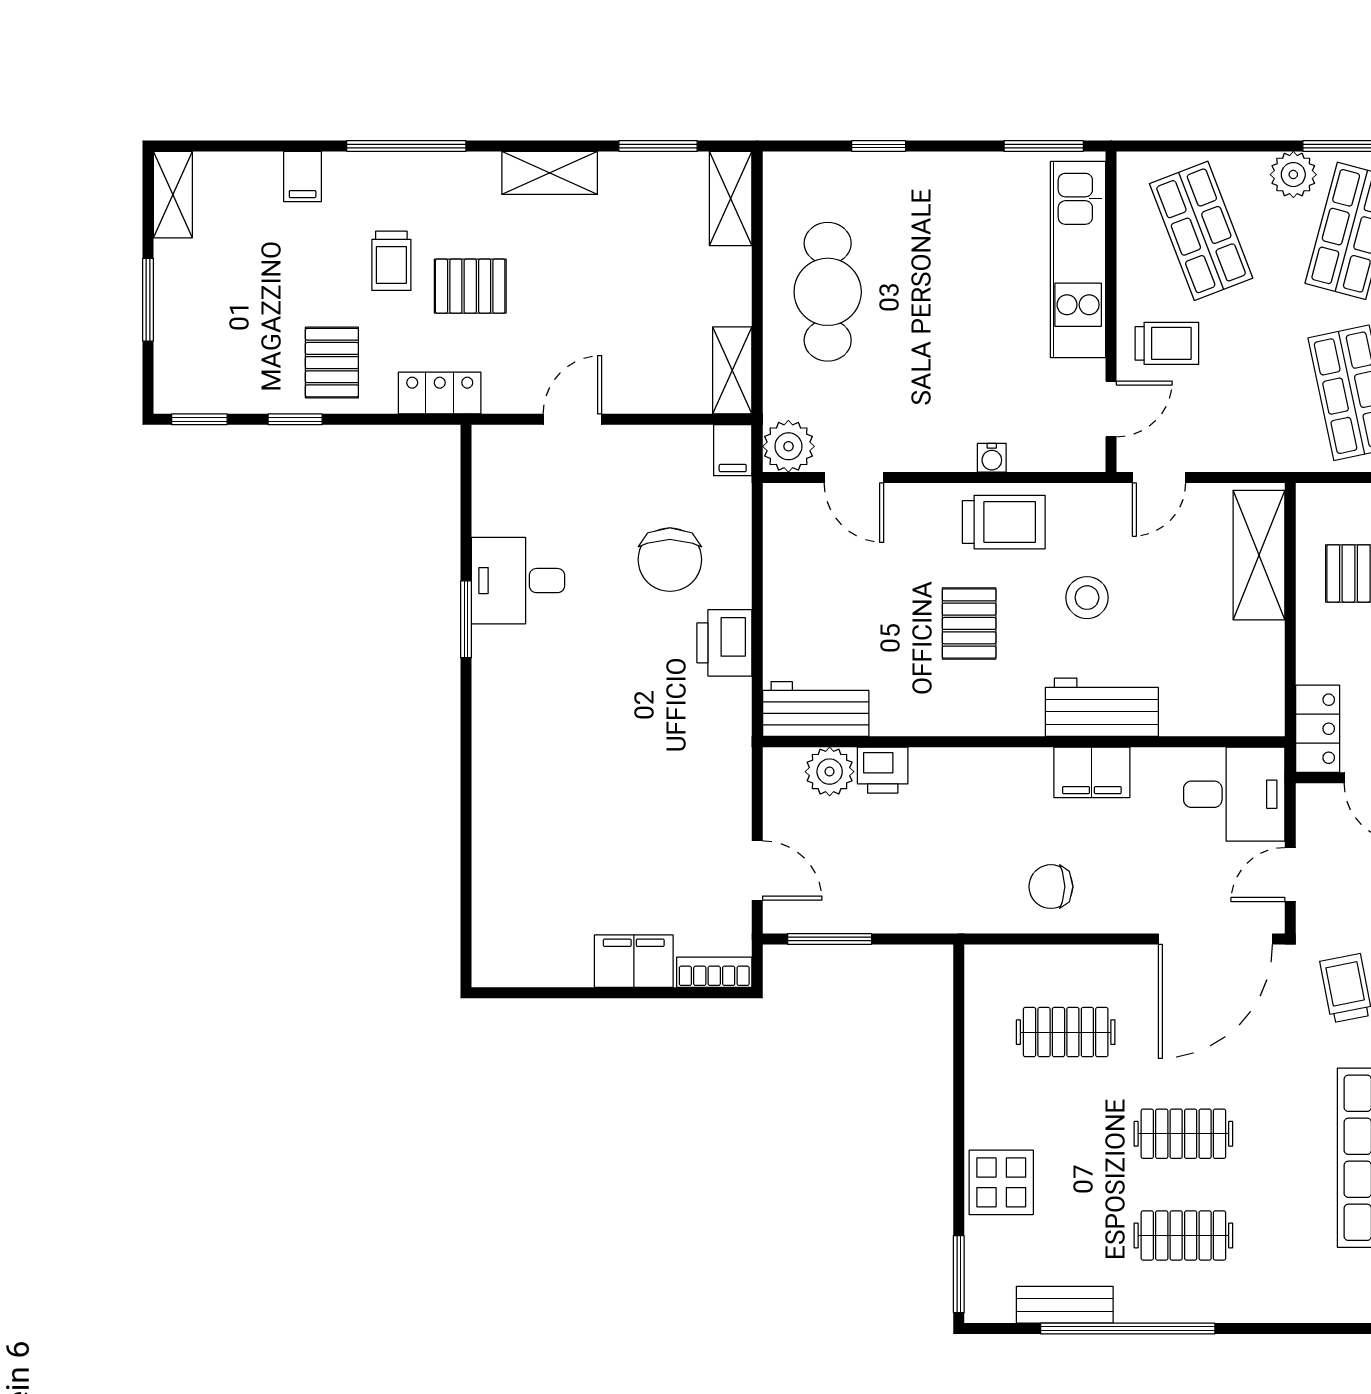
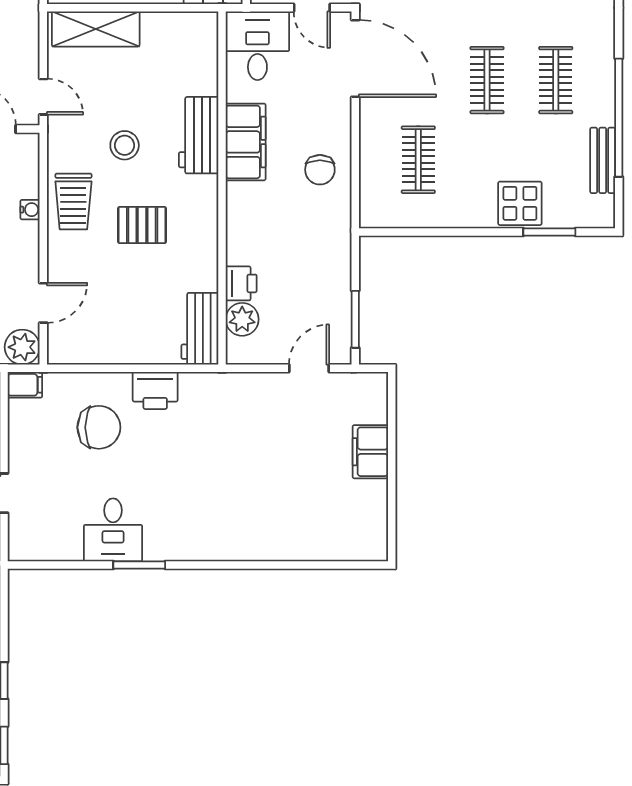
trolley: (1004, 522) -> (73, 201), turned 180
filing cabinet: (1092, 772) -> (246, 142), width x1.50, depth x1.17
bookcase: (714, 972) -> (378, 397), removed
window: (959, 1274) -> (549, 232), moved

